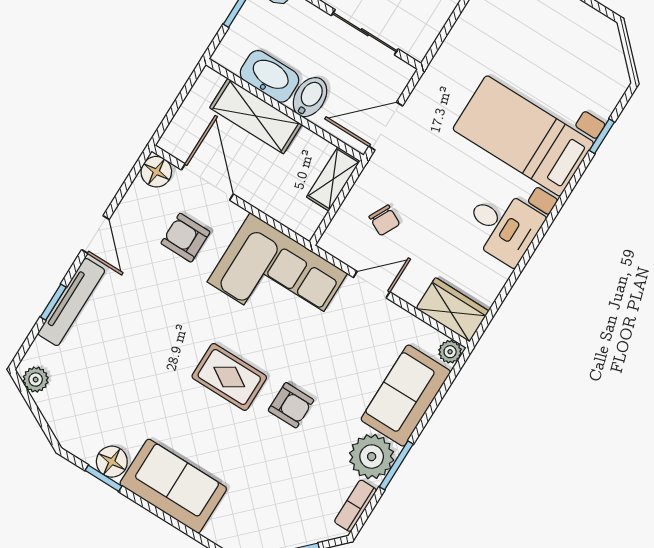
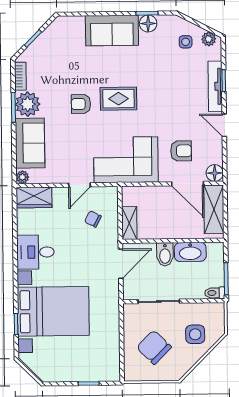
shelving: (256, 116) -> (214, 209), moved, turned 90
bed with nightstands: (523, 136) -> (53, 311), width x1.36
side table: (73, 398) -> (186, 42), added

